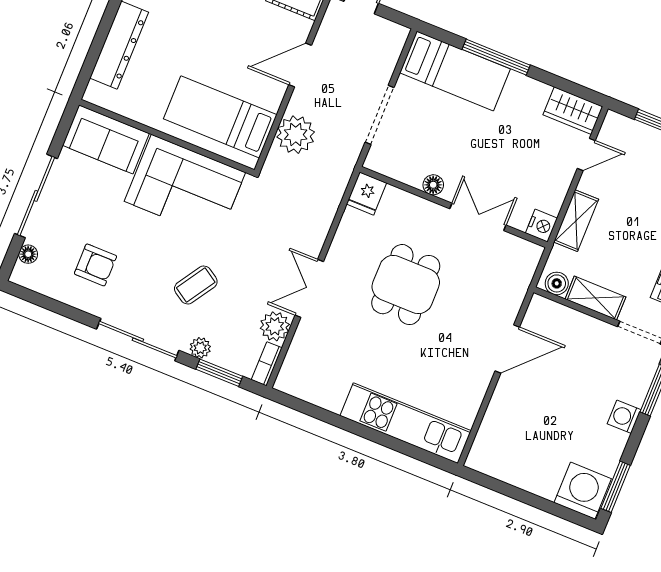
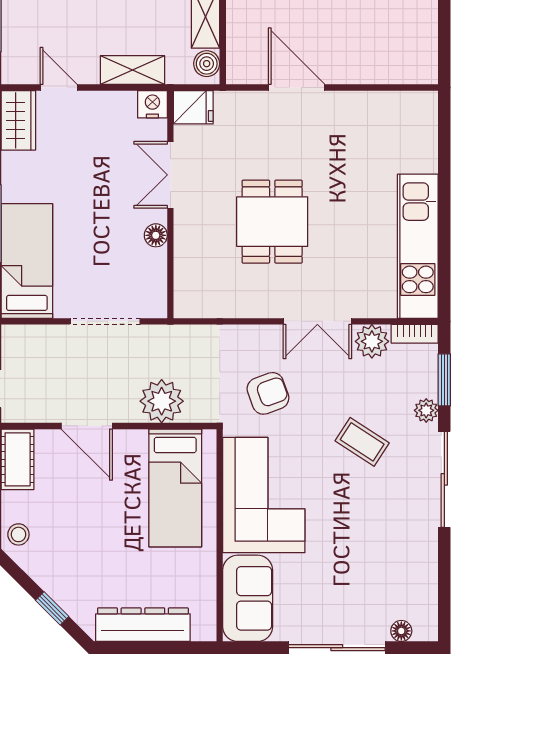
fridge: (367, 194) -> (193, 107), moved
armchair: (95, 265) -> (268, 393), moved, turned 70
dining table: (406, 285) -> (272, 222), turned 90
kitchen unit: (406, 423) -> (418, 246), moved

